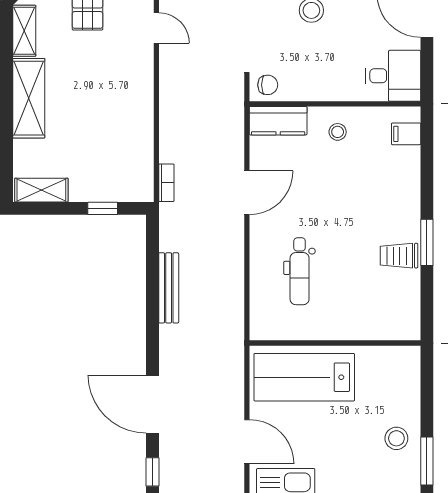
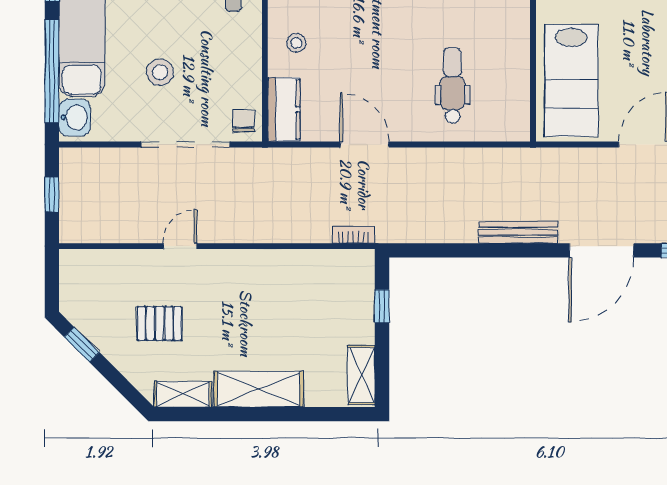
dental chair: (300, 271) -> (453, 86), turned -90
bench: (169, 288) -> (518, 232), moved

